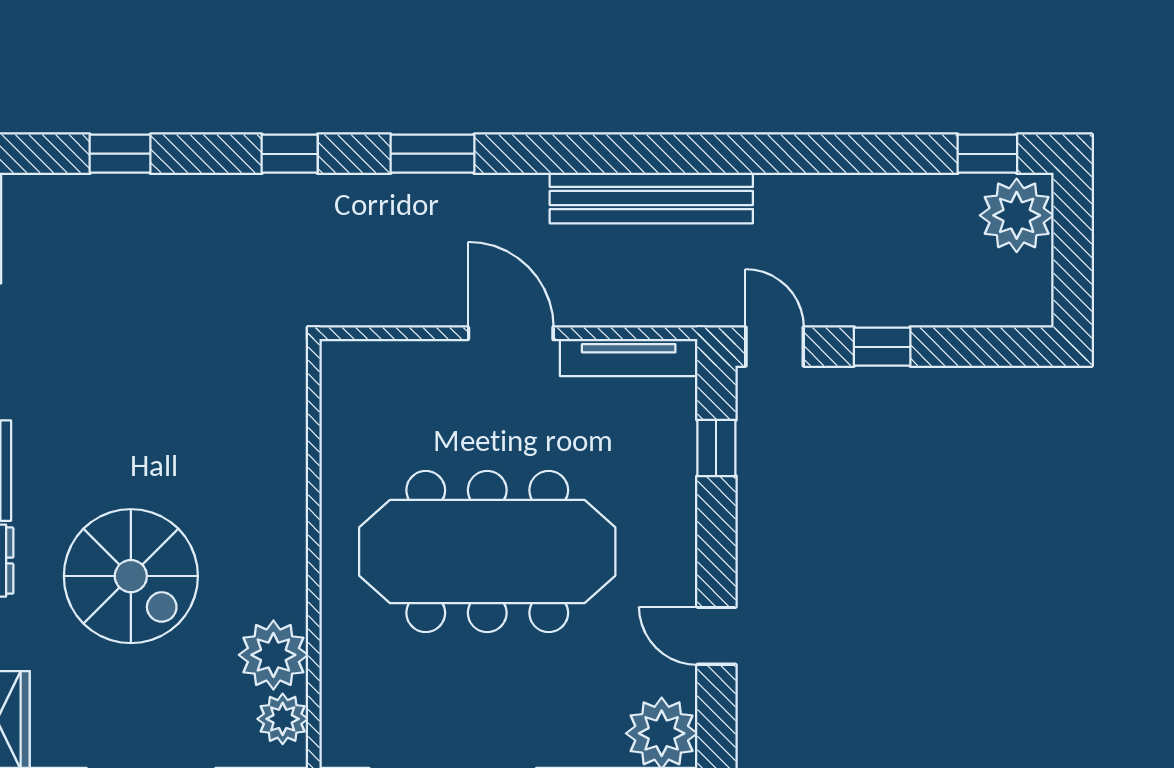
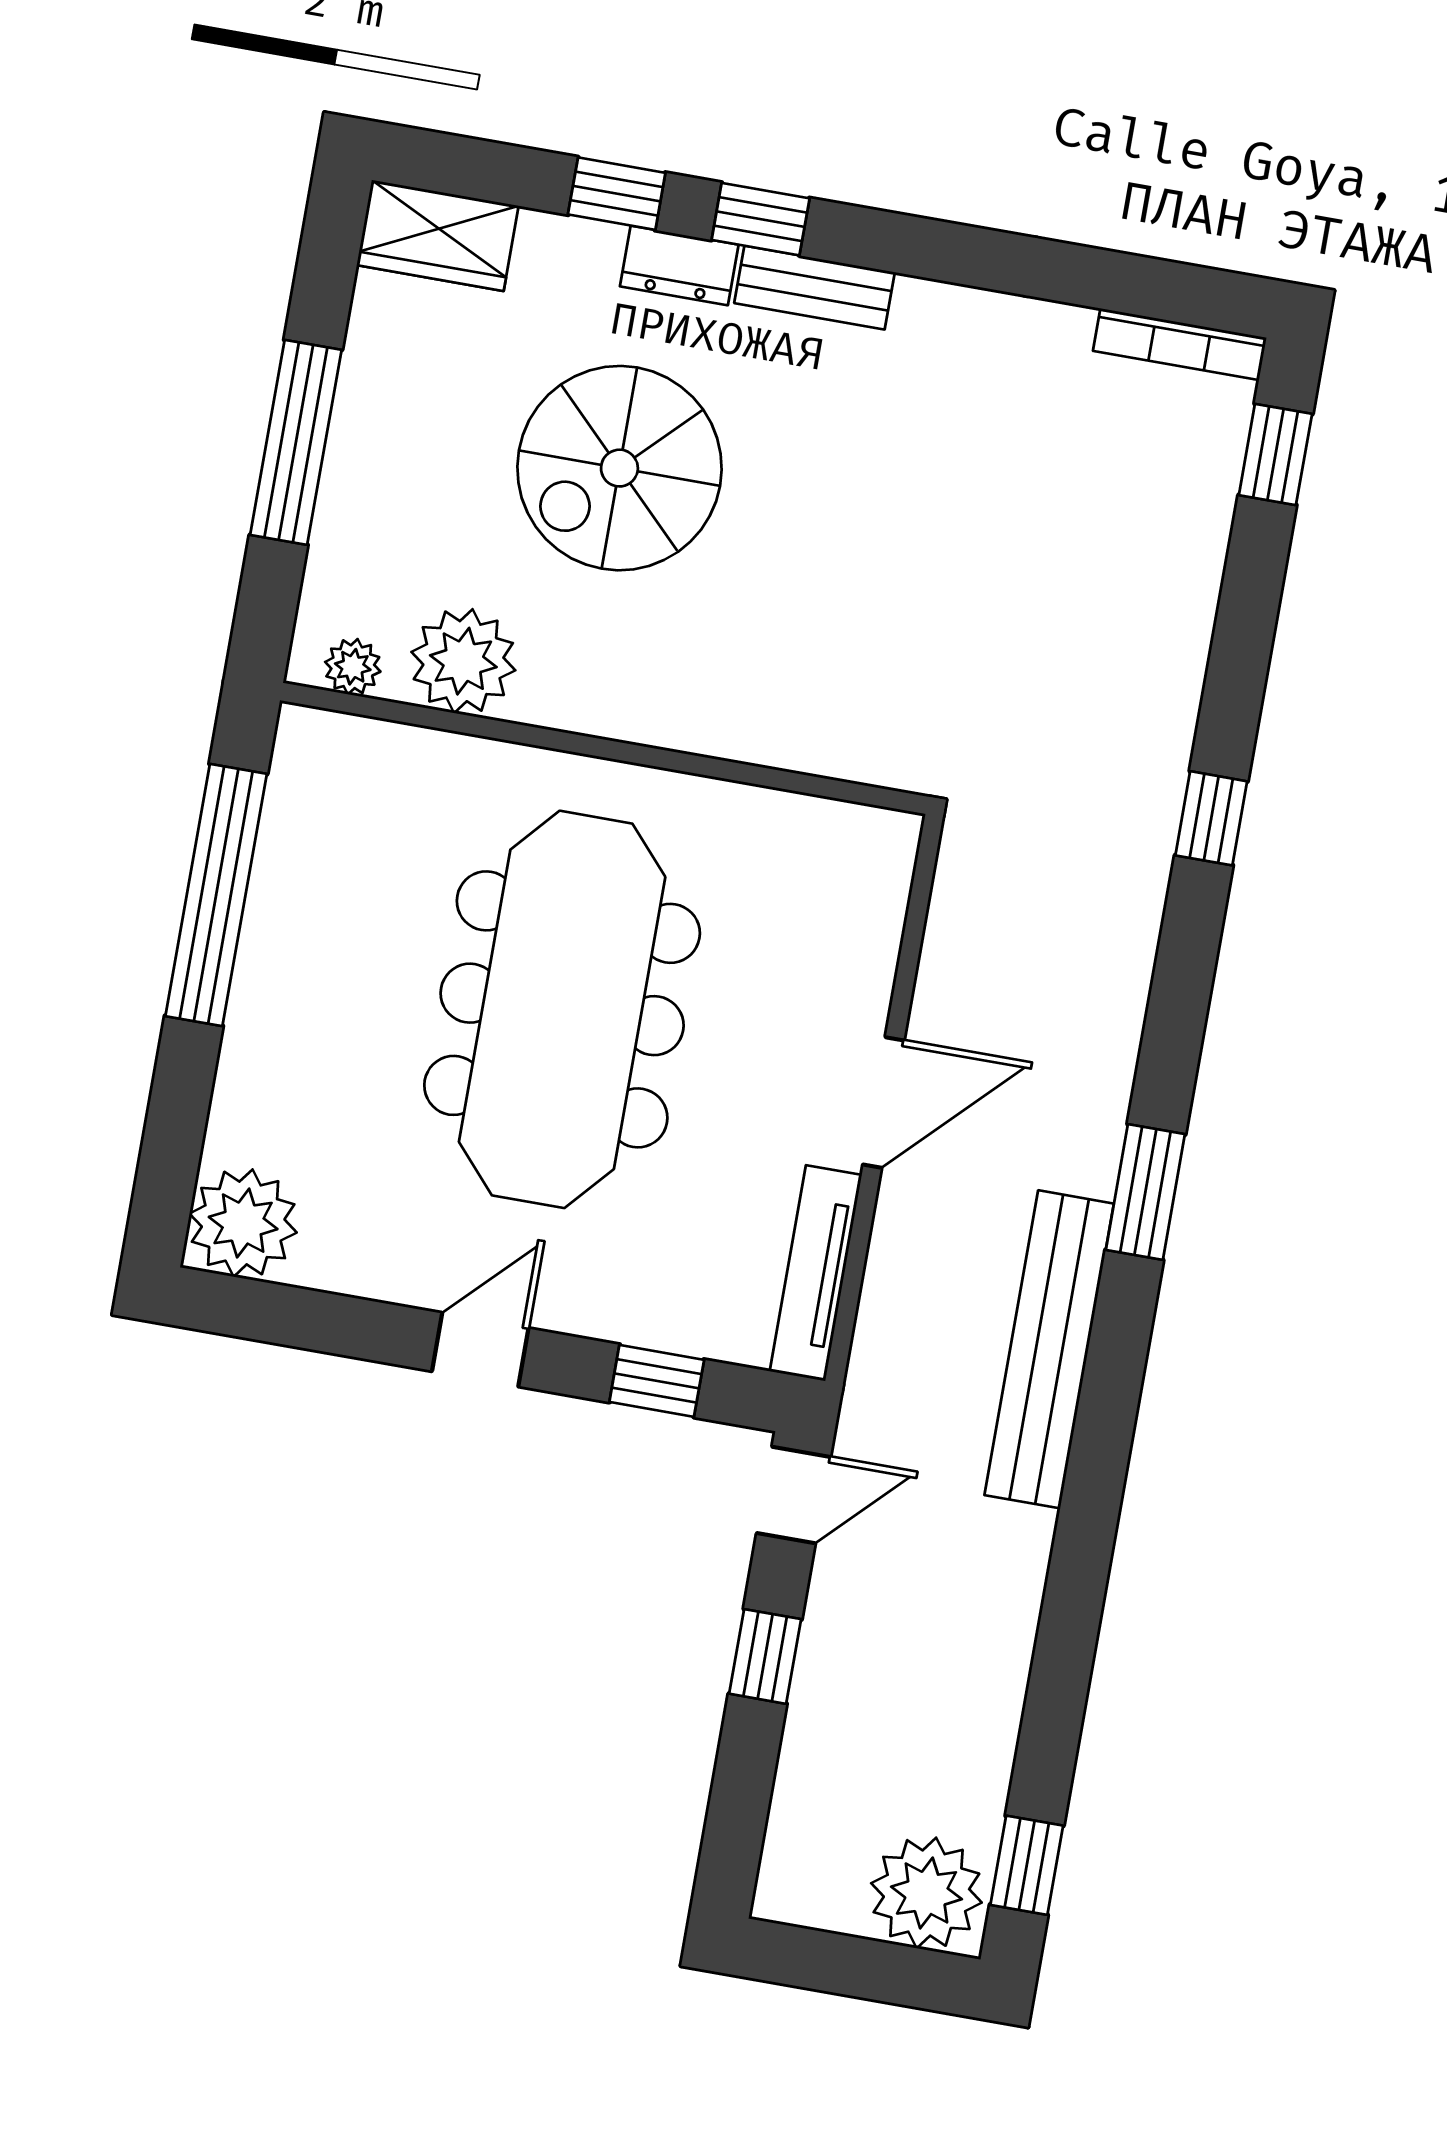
window: (120, 154) -> (1275, 454), moved
window: (432, 154) -> (1145, 1192), moved
door: (716, 636) -> (480, 1350), moved
plant: (283, 719) -> (353, 667), width x0.73, depth x0.73

